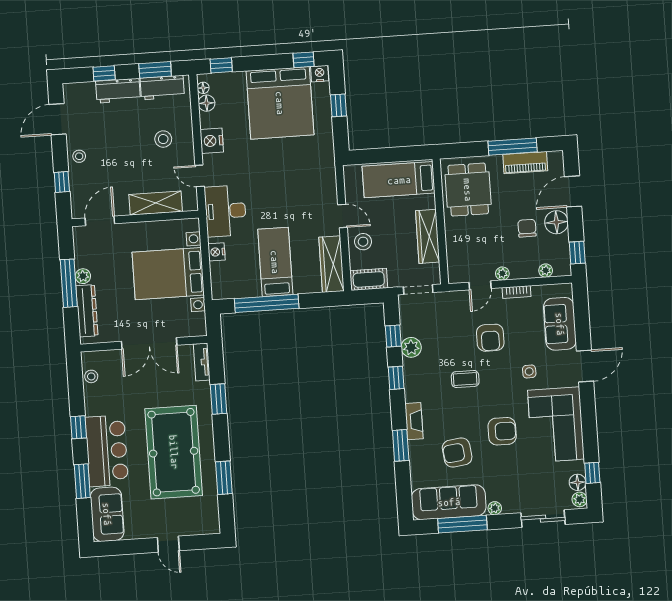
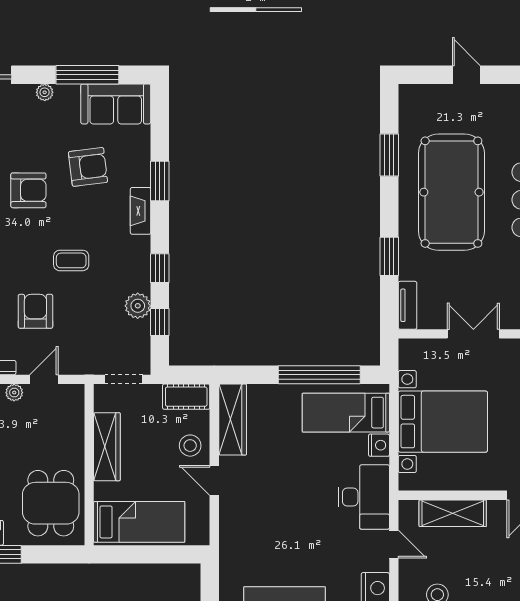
bed: (275, 262) -> (346, 413), moved, turned 90
double door: (149, 343) -> (473, 334), width x0.73
armchair: (502, 431) -> (28, 190), turned 180
sofa: (449, 502) -> (116, 104), width x0.73

